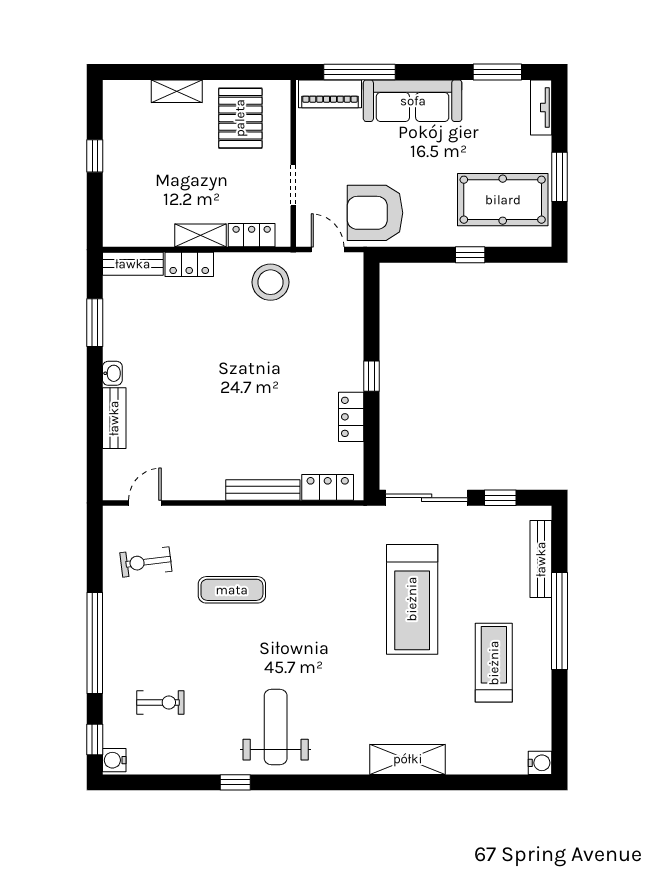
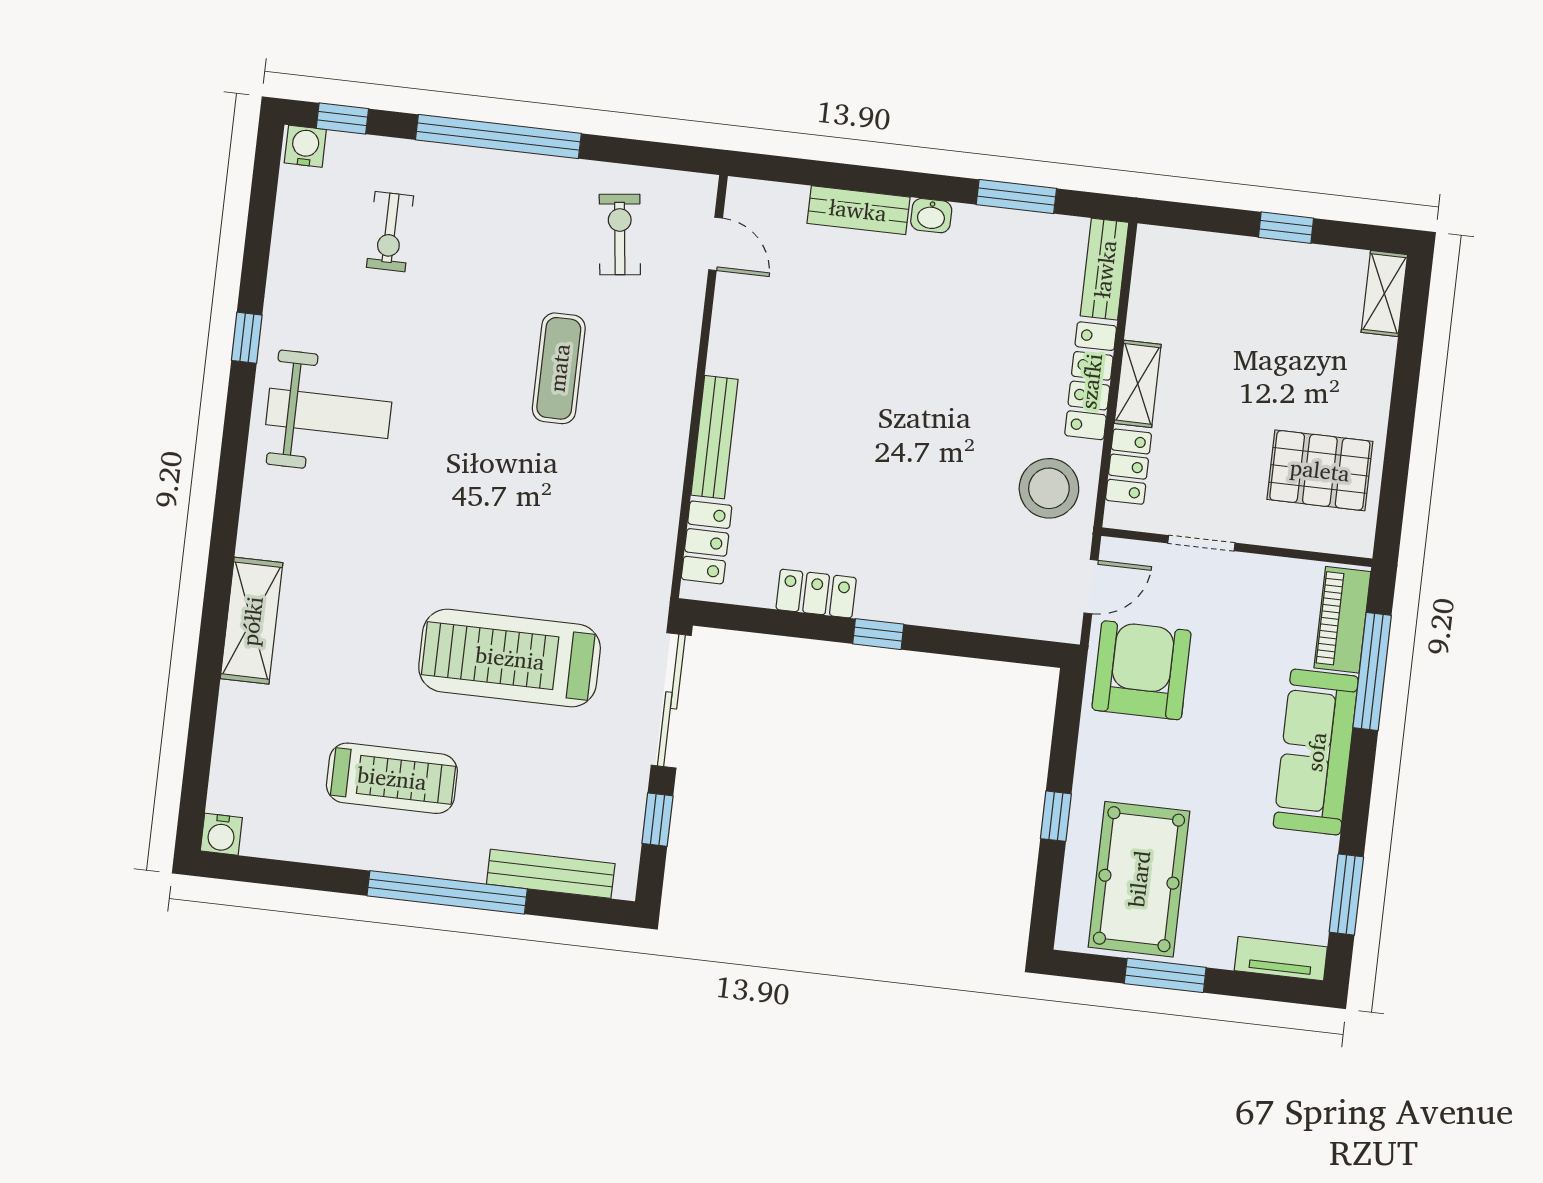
shelving: (177, 91) -> (1384, 294), moved
locker: (189, 264) -> (1091, 381), width x1.53

